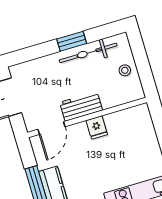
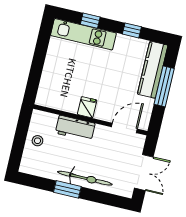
bicycle: (88, 53) -> (85, 178), moved
workbench: (81, 106) -> (75, 128), moved

